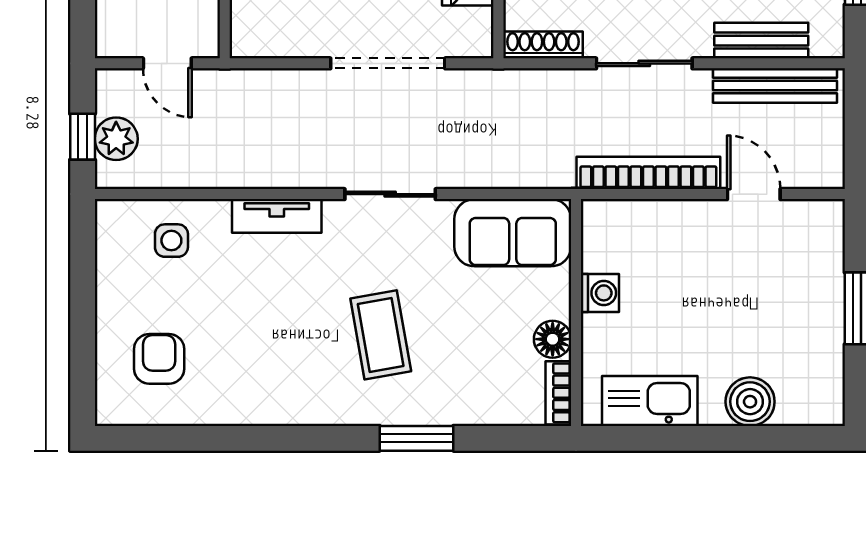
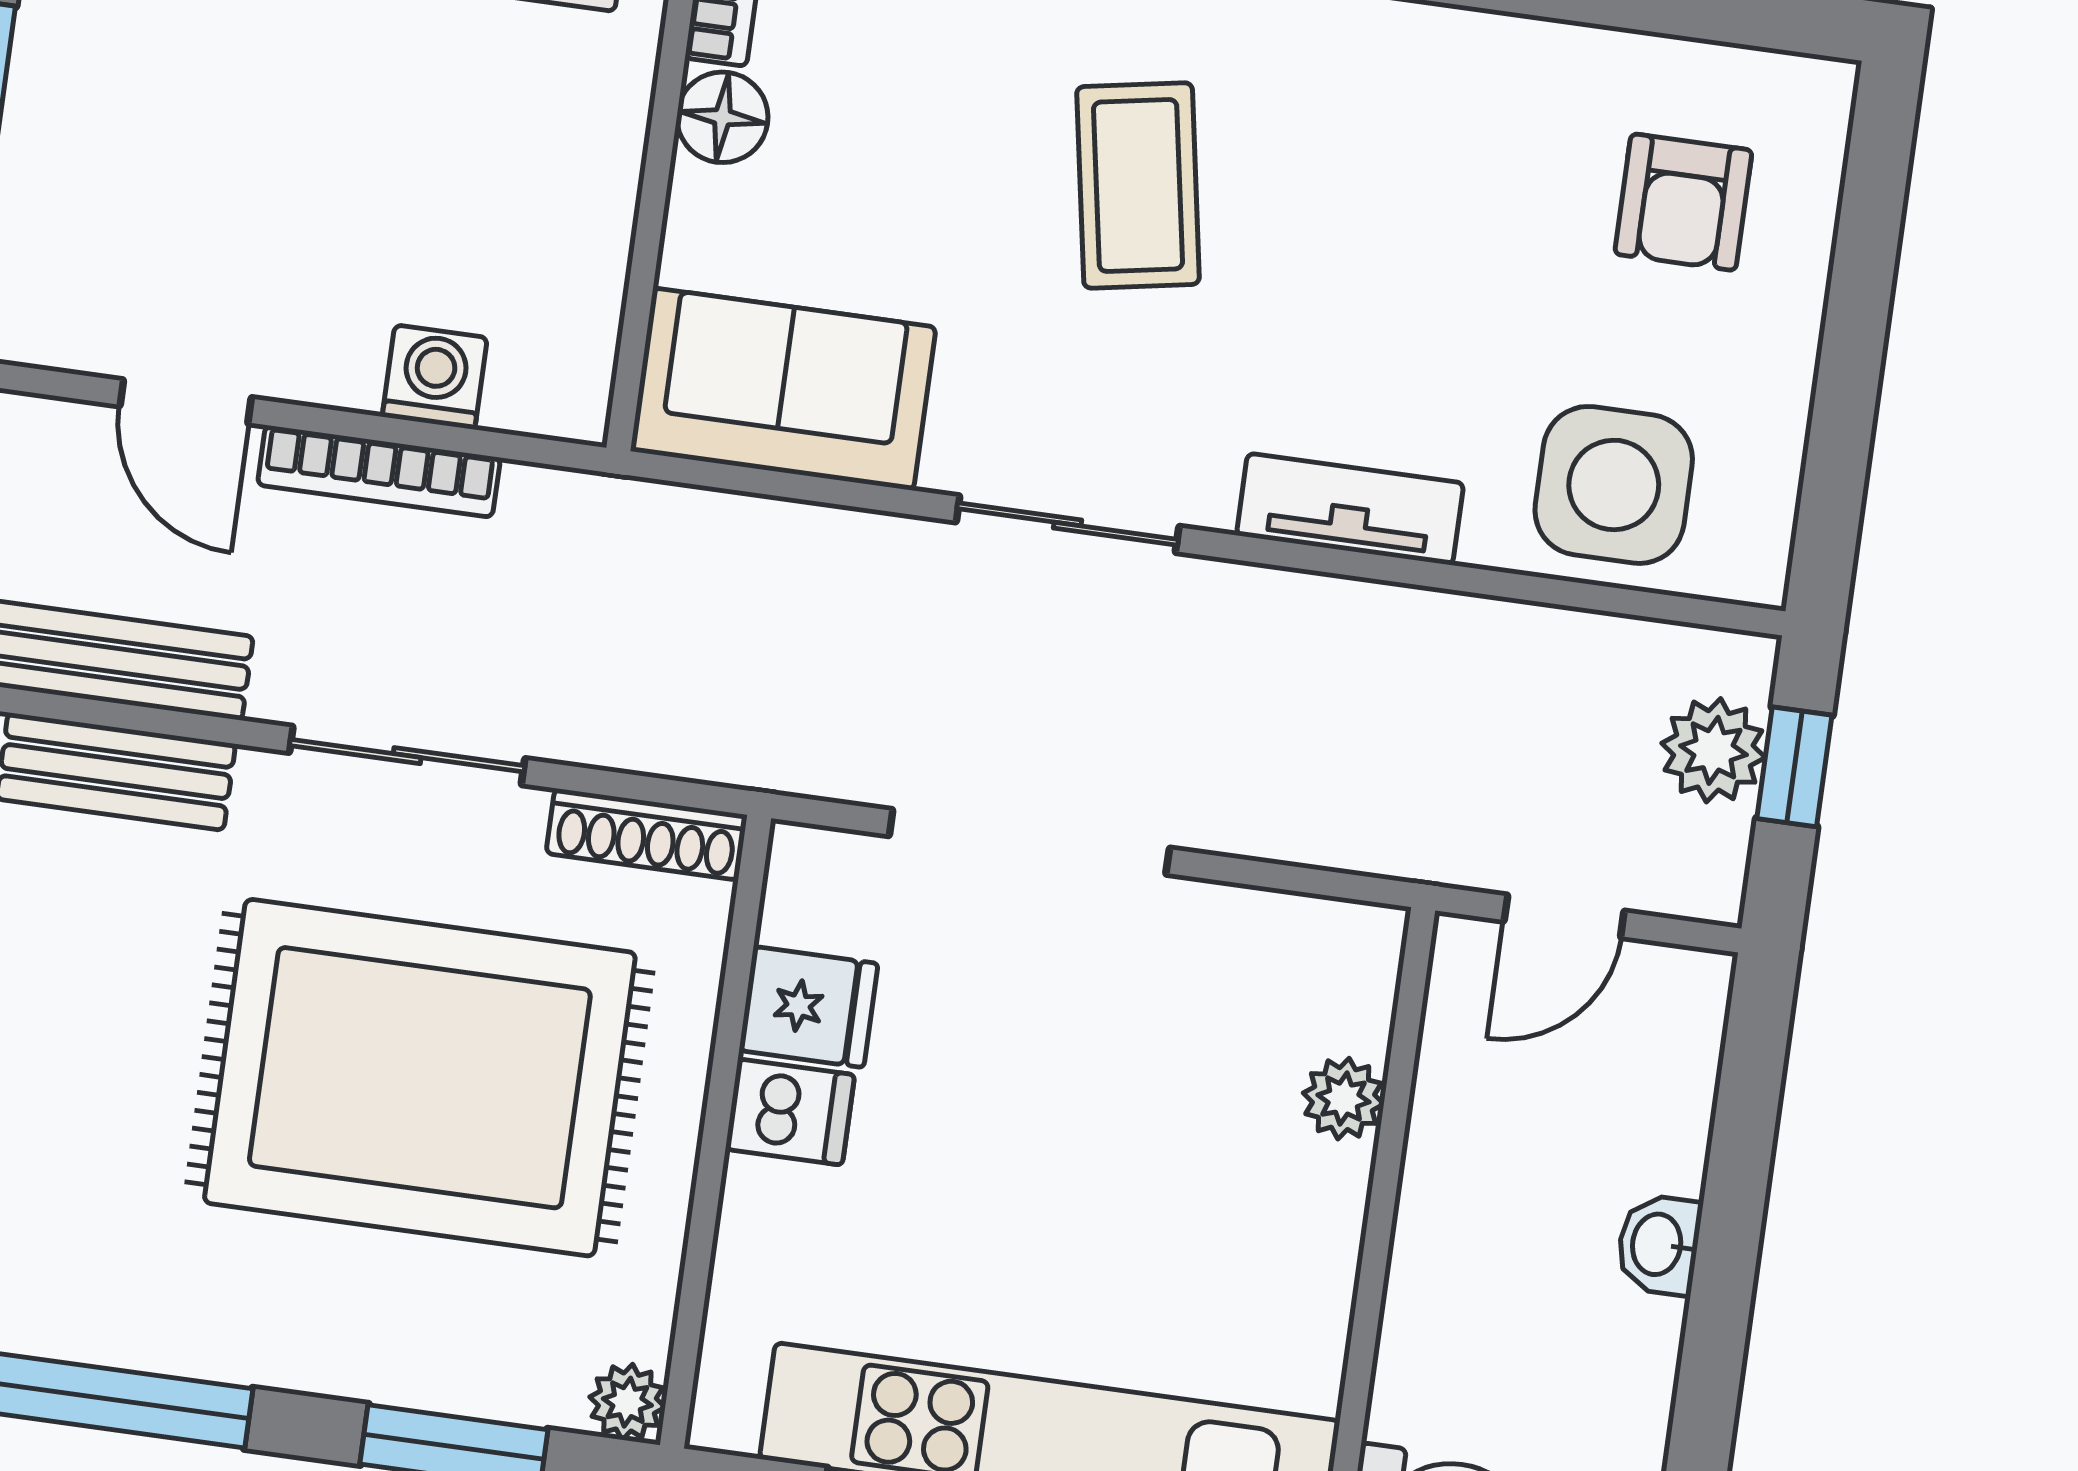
door: (167, 63) -> (1564, 916), swing flipped
bookcase: (648, 173) -> (379, 471), width x0.68, depth x0.76
side table: (171, 241) -> (1614, 485), width x1.87, depth x1.87
washing machine: (600, 293) -> (435, 377), moved, turned 90

